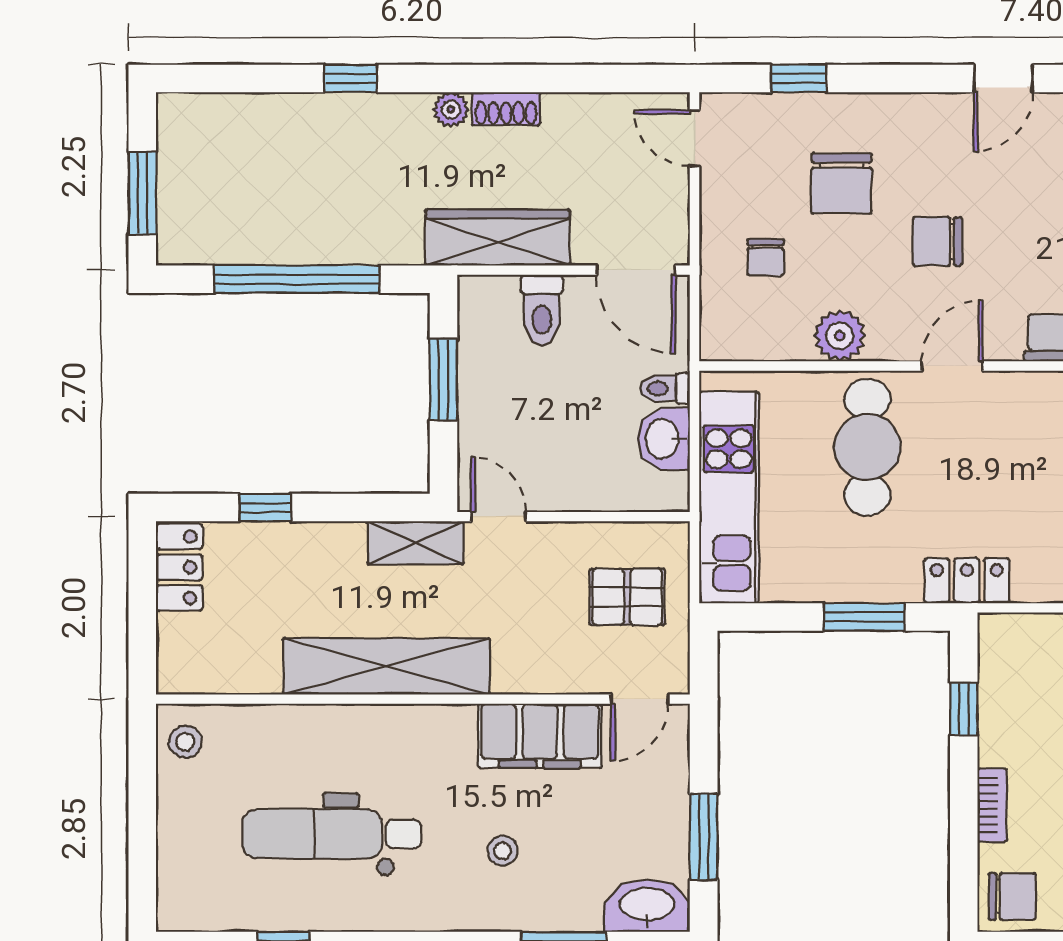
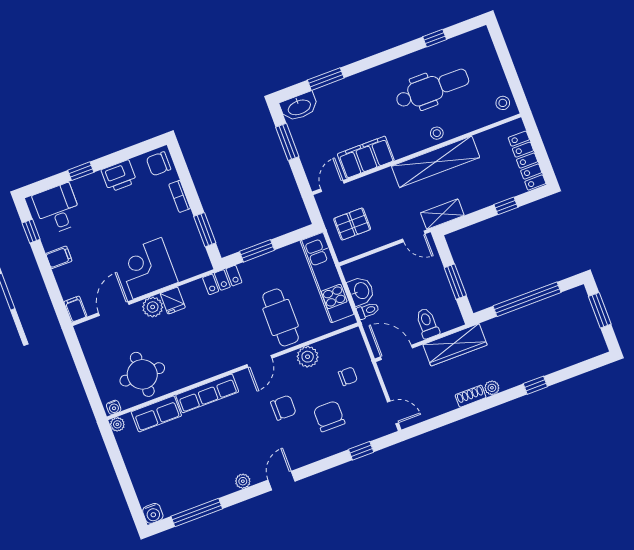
chair: (766, 257) -> (348, 376), turned 90
locker: (179, 567) -> (527, 161), width x1.53
window: (964, 709) -> (205, 230), width x1.50
stool: (503, 851) -> (437, 133), moved

